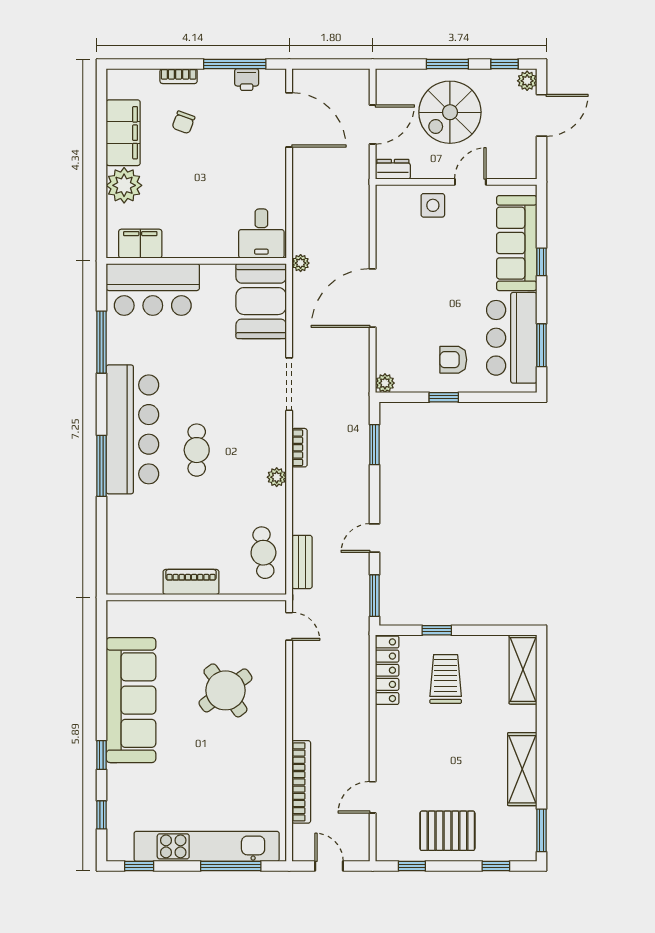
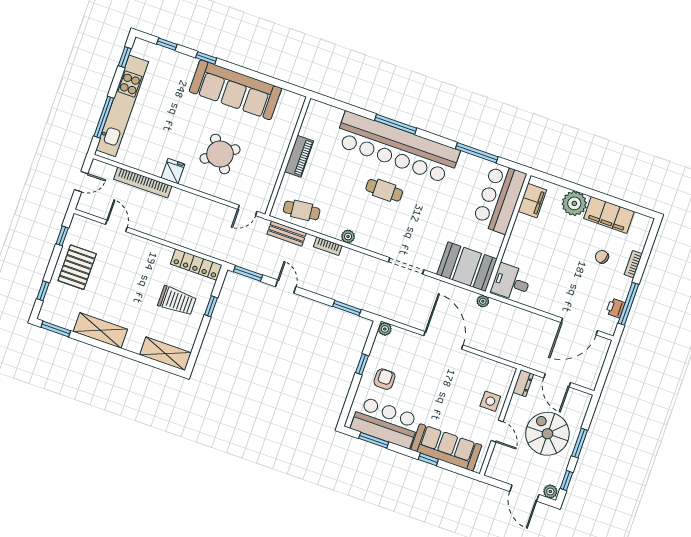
bar counter: (132, 429) -> (397, 148), width x1.36
bookcase: (300, 448) -> (328, 246), moved
fridge: (271, 746) -> (173, 171), added

